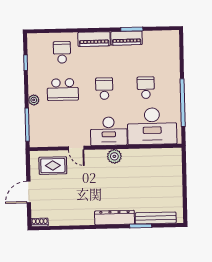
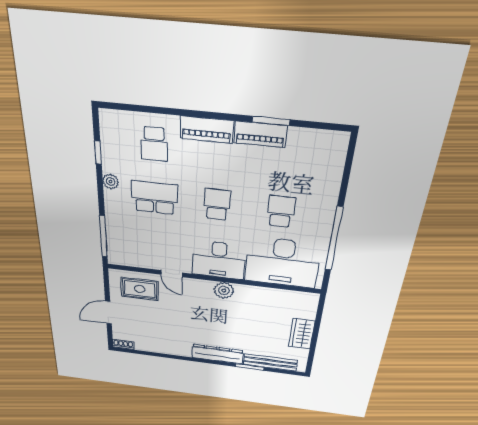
school desk: (62, 52) -> (154, 144), turned 180
school desk: (63, 90) -> (155, 198), turned 180
plant: (34, 100) -> (111, 182), moved
wardrobe: (175, 185) -> (302, 334), added

